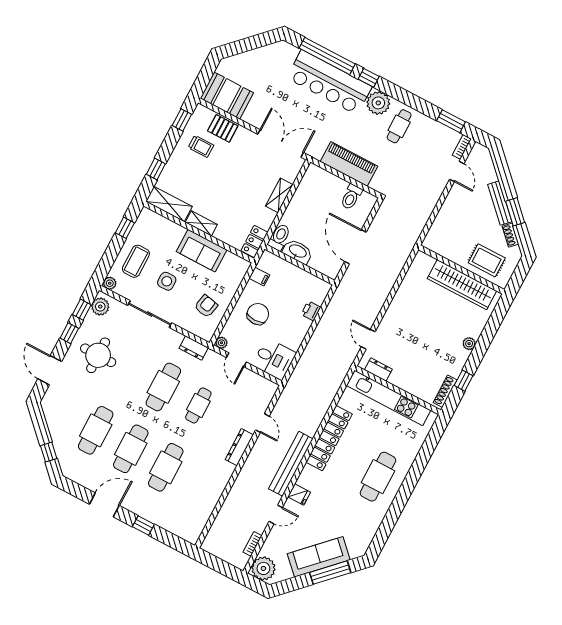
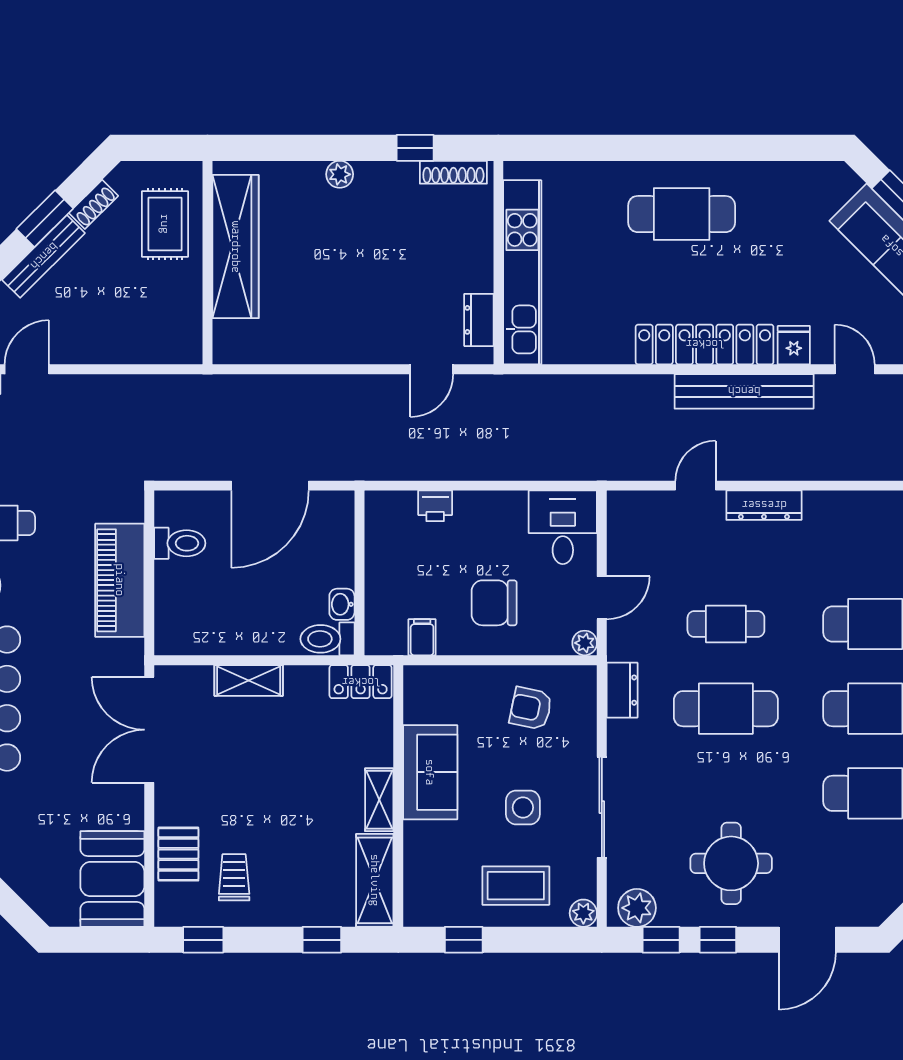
washbasin: (298, 251) -> (342, 604), width x0.52, depth x0.69
locker: (329, 438) -> (705, 344), moved

